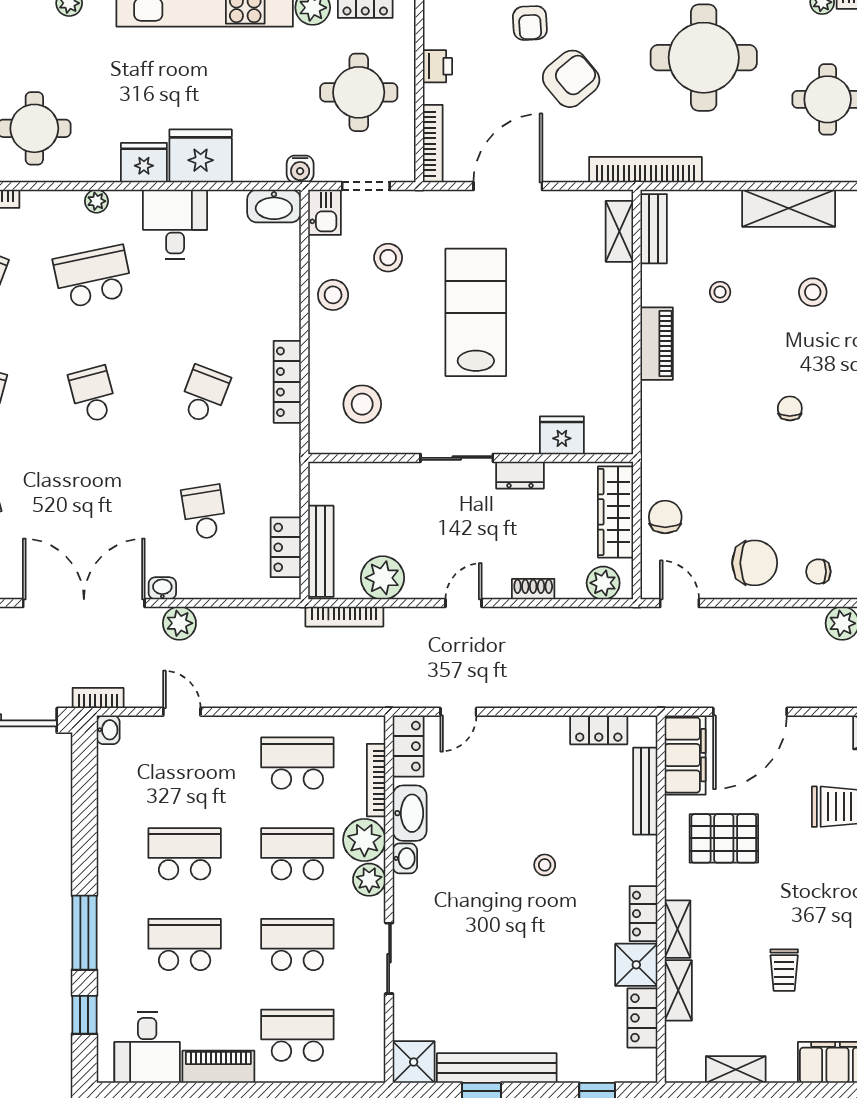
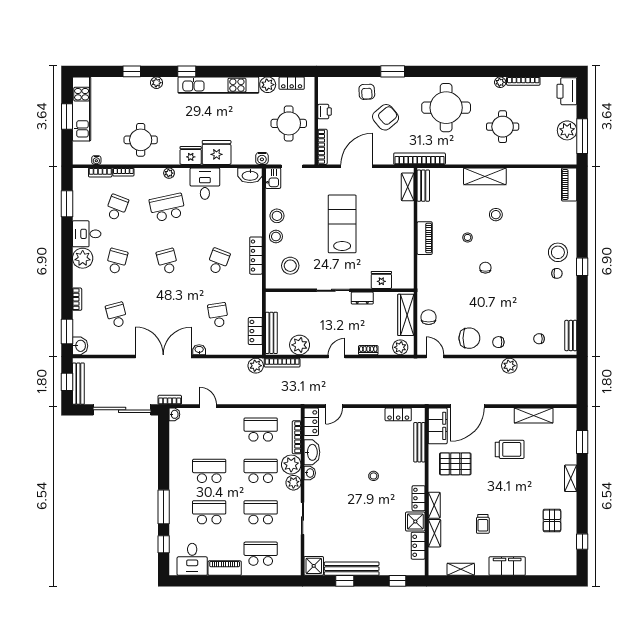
stool: (388, 258) -> (276, 236), moved
stool: (720, 292) -> (468, 237), moved
plant: (179, 623) -> (256, 366), moved

